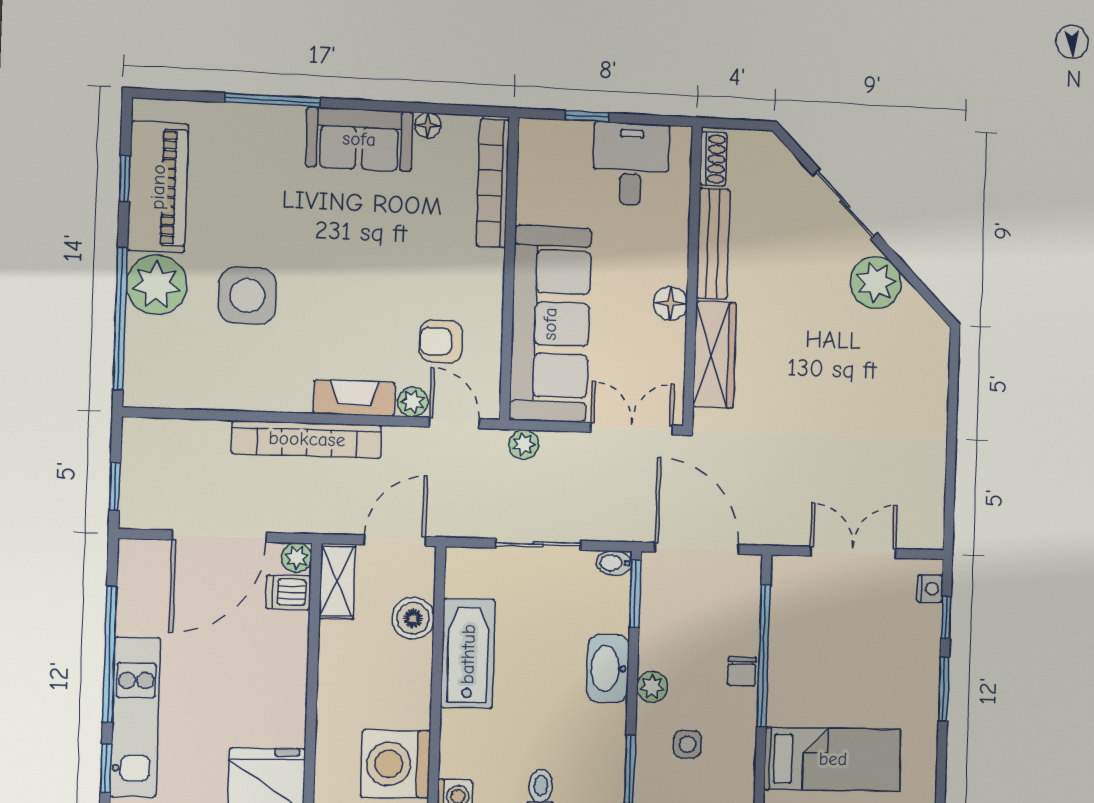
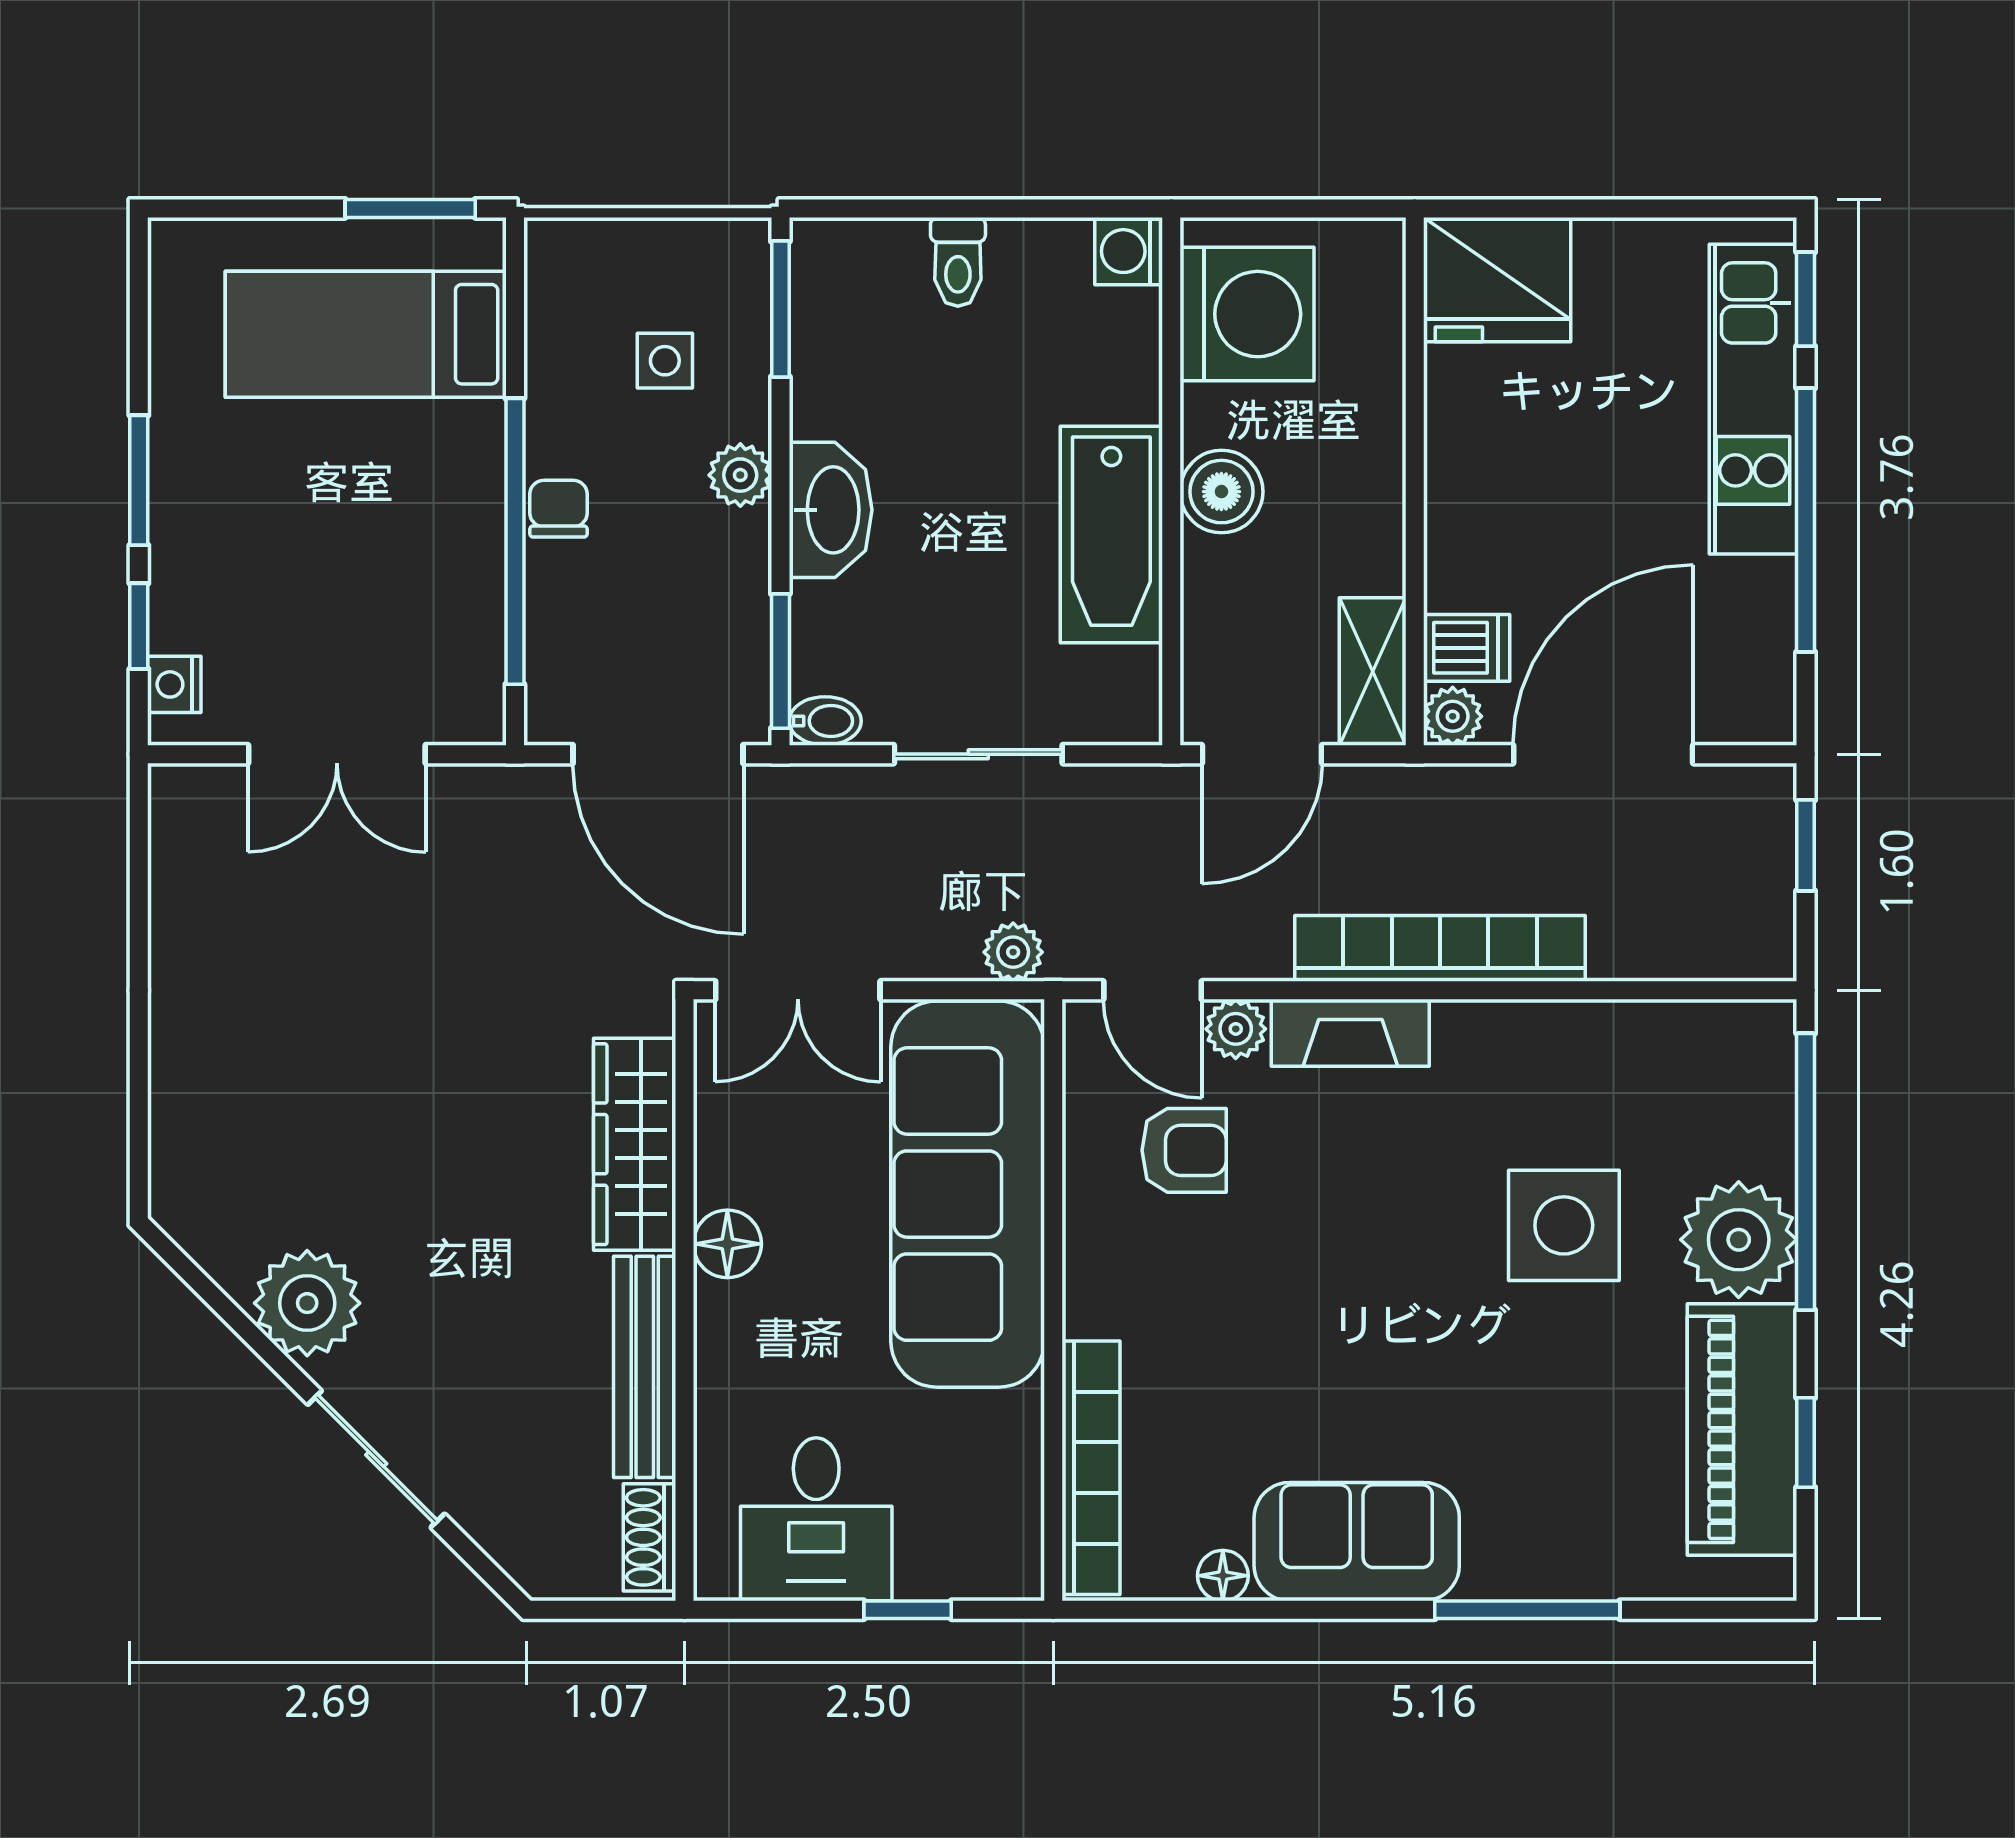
boiler: (413, 618) -> (1221, 492), moved

